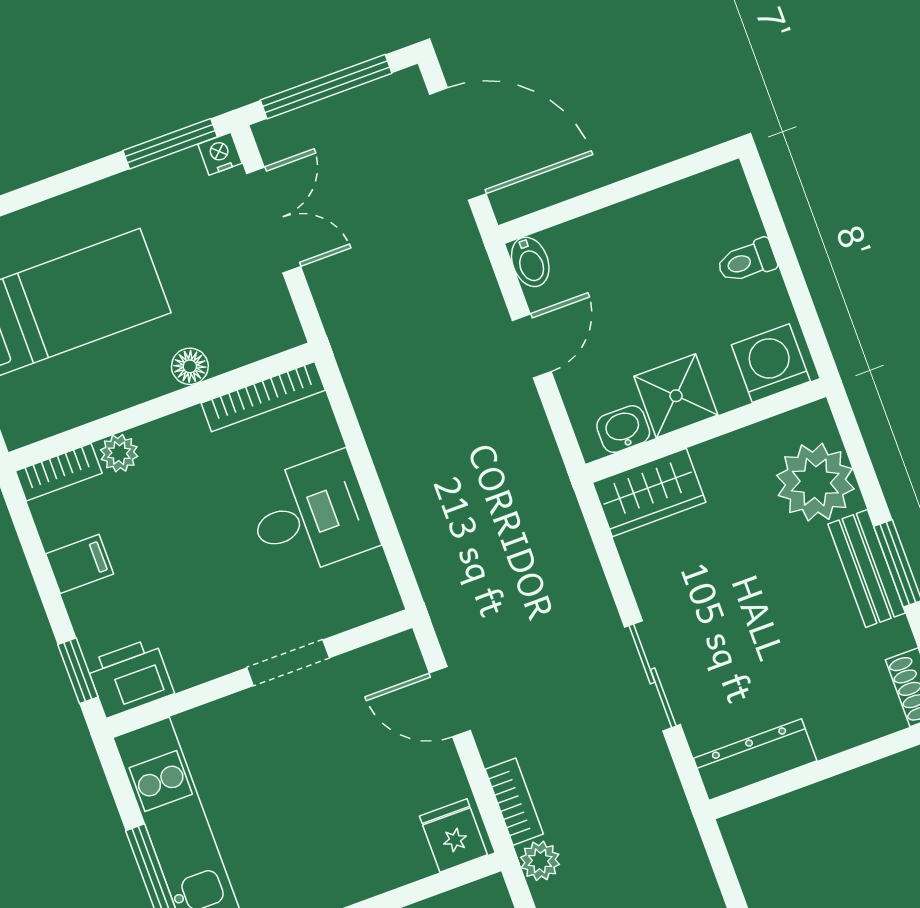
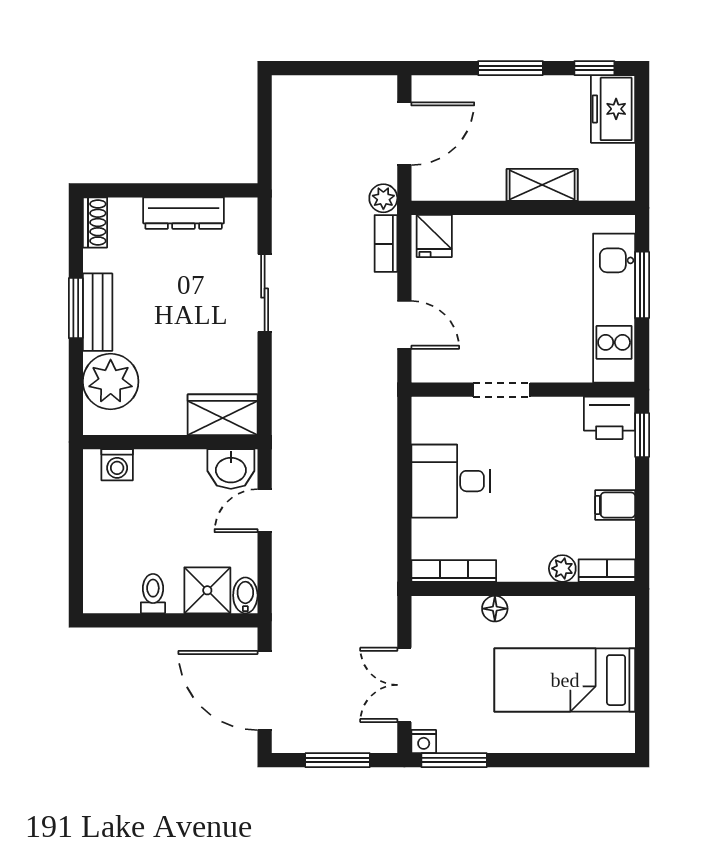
window: (326, 87) -> (338, 760), width x0.69
toilet: (747, 261) -> (153, 594), moved, turned -90
door: (532, 346) -> (265, 511), moved
washing machine: (771, 363) -> (117, 465), width x0.73, depth x0.73
shower: (676, 396) -> (207, 590), moved
washbasin: (623, 429) -> (231, 469), width x1.38, depth x1.45
dresser: (755, 760) -> (184, 213), moved

